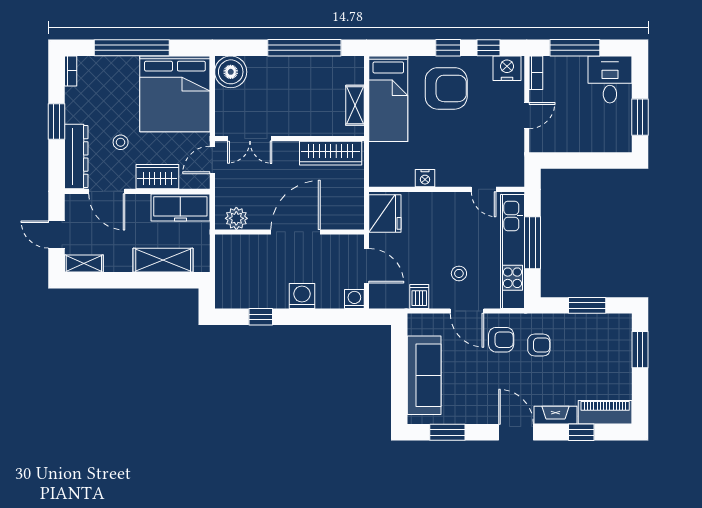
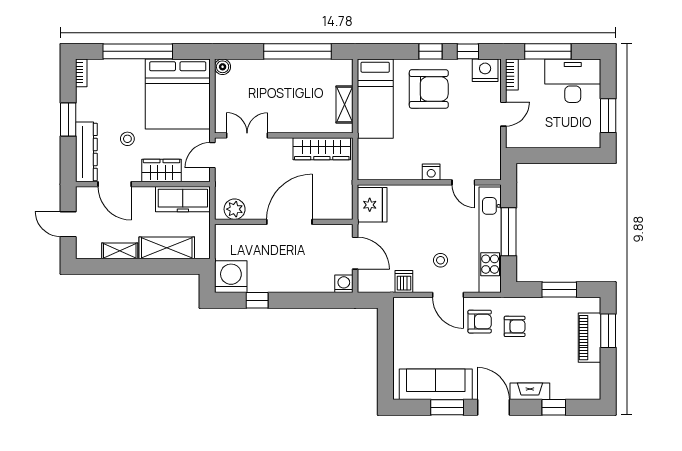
boiler: (231, 72) -> (223, 67), width x0.54, depth x0.54
desk: (610, 79) -> (573, 81), width x1.37
double door: (250, 139) -> (247, 135), swing flipped
nightstand: (425, 178) -> (431, 172), moved
shelving: (84, 263) -> (120, 251), moved
washing machine: (302, 296) -> (231, 277), moved, width x1.37, depth x1.37
sofa: (424, 375) -> (436, 384), moved, turned -90
piano: (605, 412) -> (590, 338), moved, turned -90
window: (447, 432) -> (447, 407), moved

